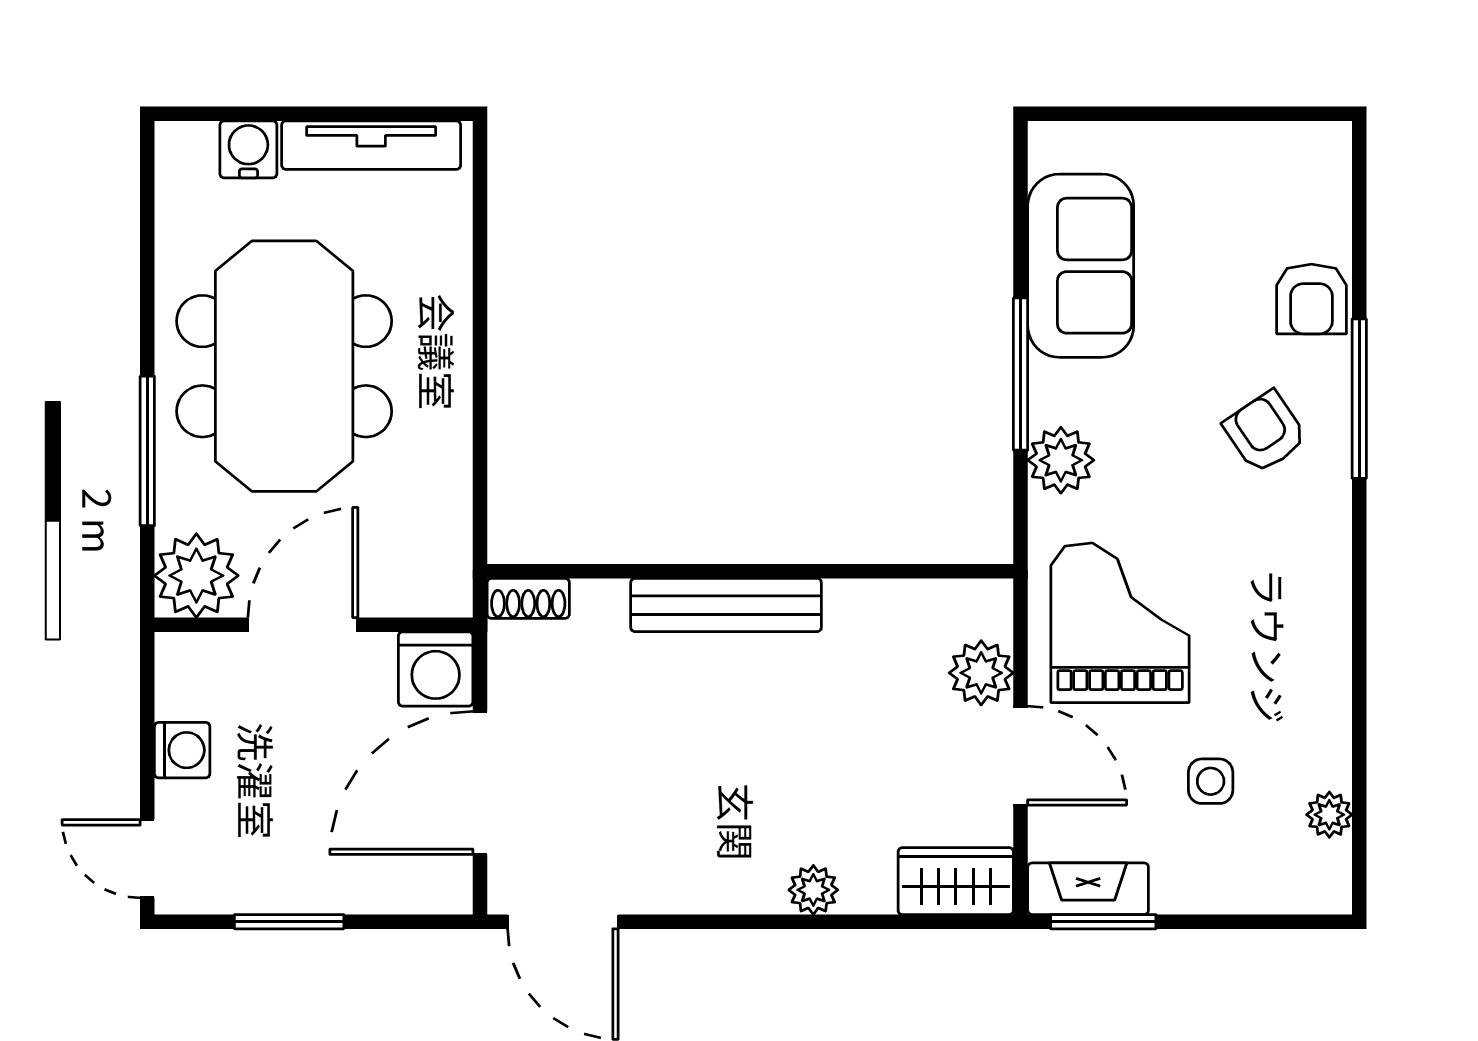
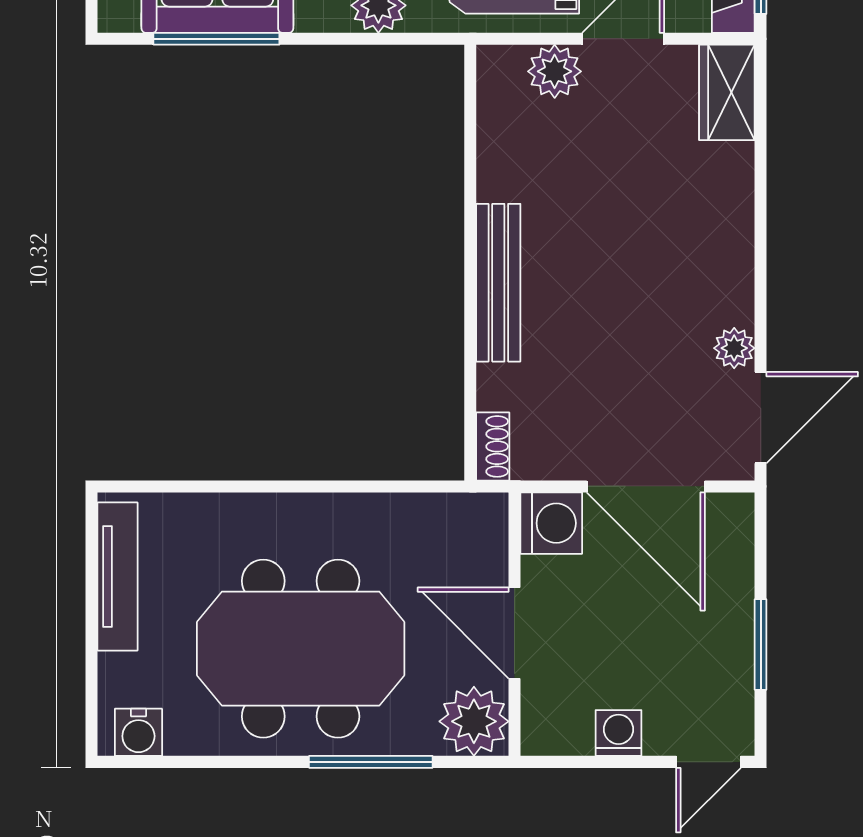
water cooler: (248, 149) -> (138, 732), moved, turned -90
window: (1021, 374) -> (216, 39), moved
plant: (813, 890) -> (734, 348), moved

